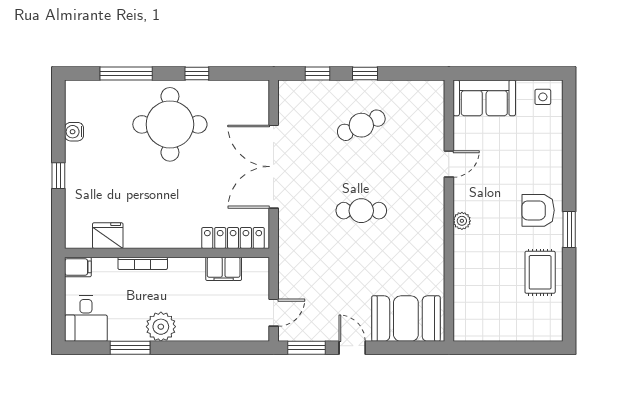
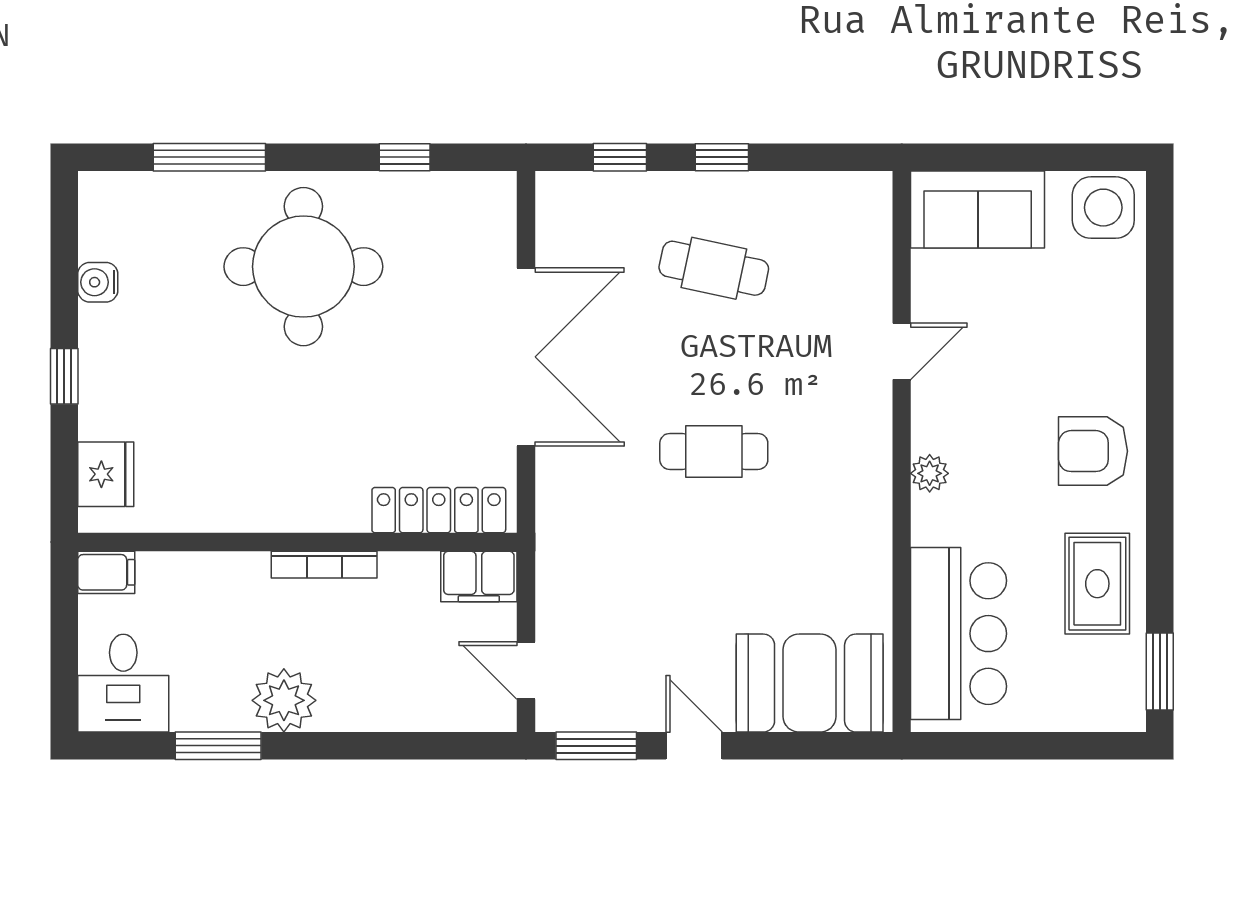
window: (197, 73) -> (405, 157), moved
side table: (543, 97) -> (1103, 208), width x1.87, depth x1.87
cafe table: (361, 125) -> (714, 268), turned 36
double door: (274, 167) -> (526, 357), swing flipped
window: (569, 229) -> (1160, 672), moved
fridge: (108, 236) -> (106, 474), moved, turned 90
bookcase: (143, 263) -> (324, 565), moved
filing cabinet: (224, 269) -> (479, 576), moved
bar counter: (475, 296) -> (959, 634), added
door: (274, 313) -> (526, 670), swing flipped

